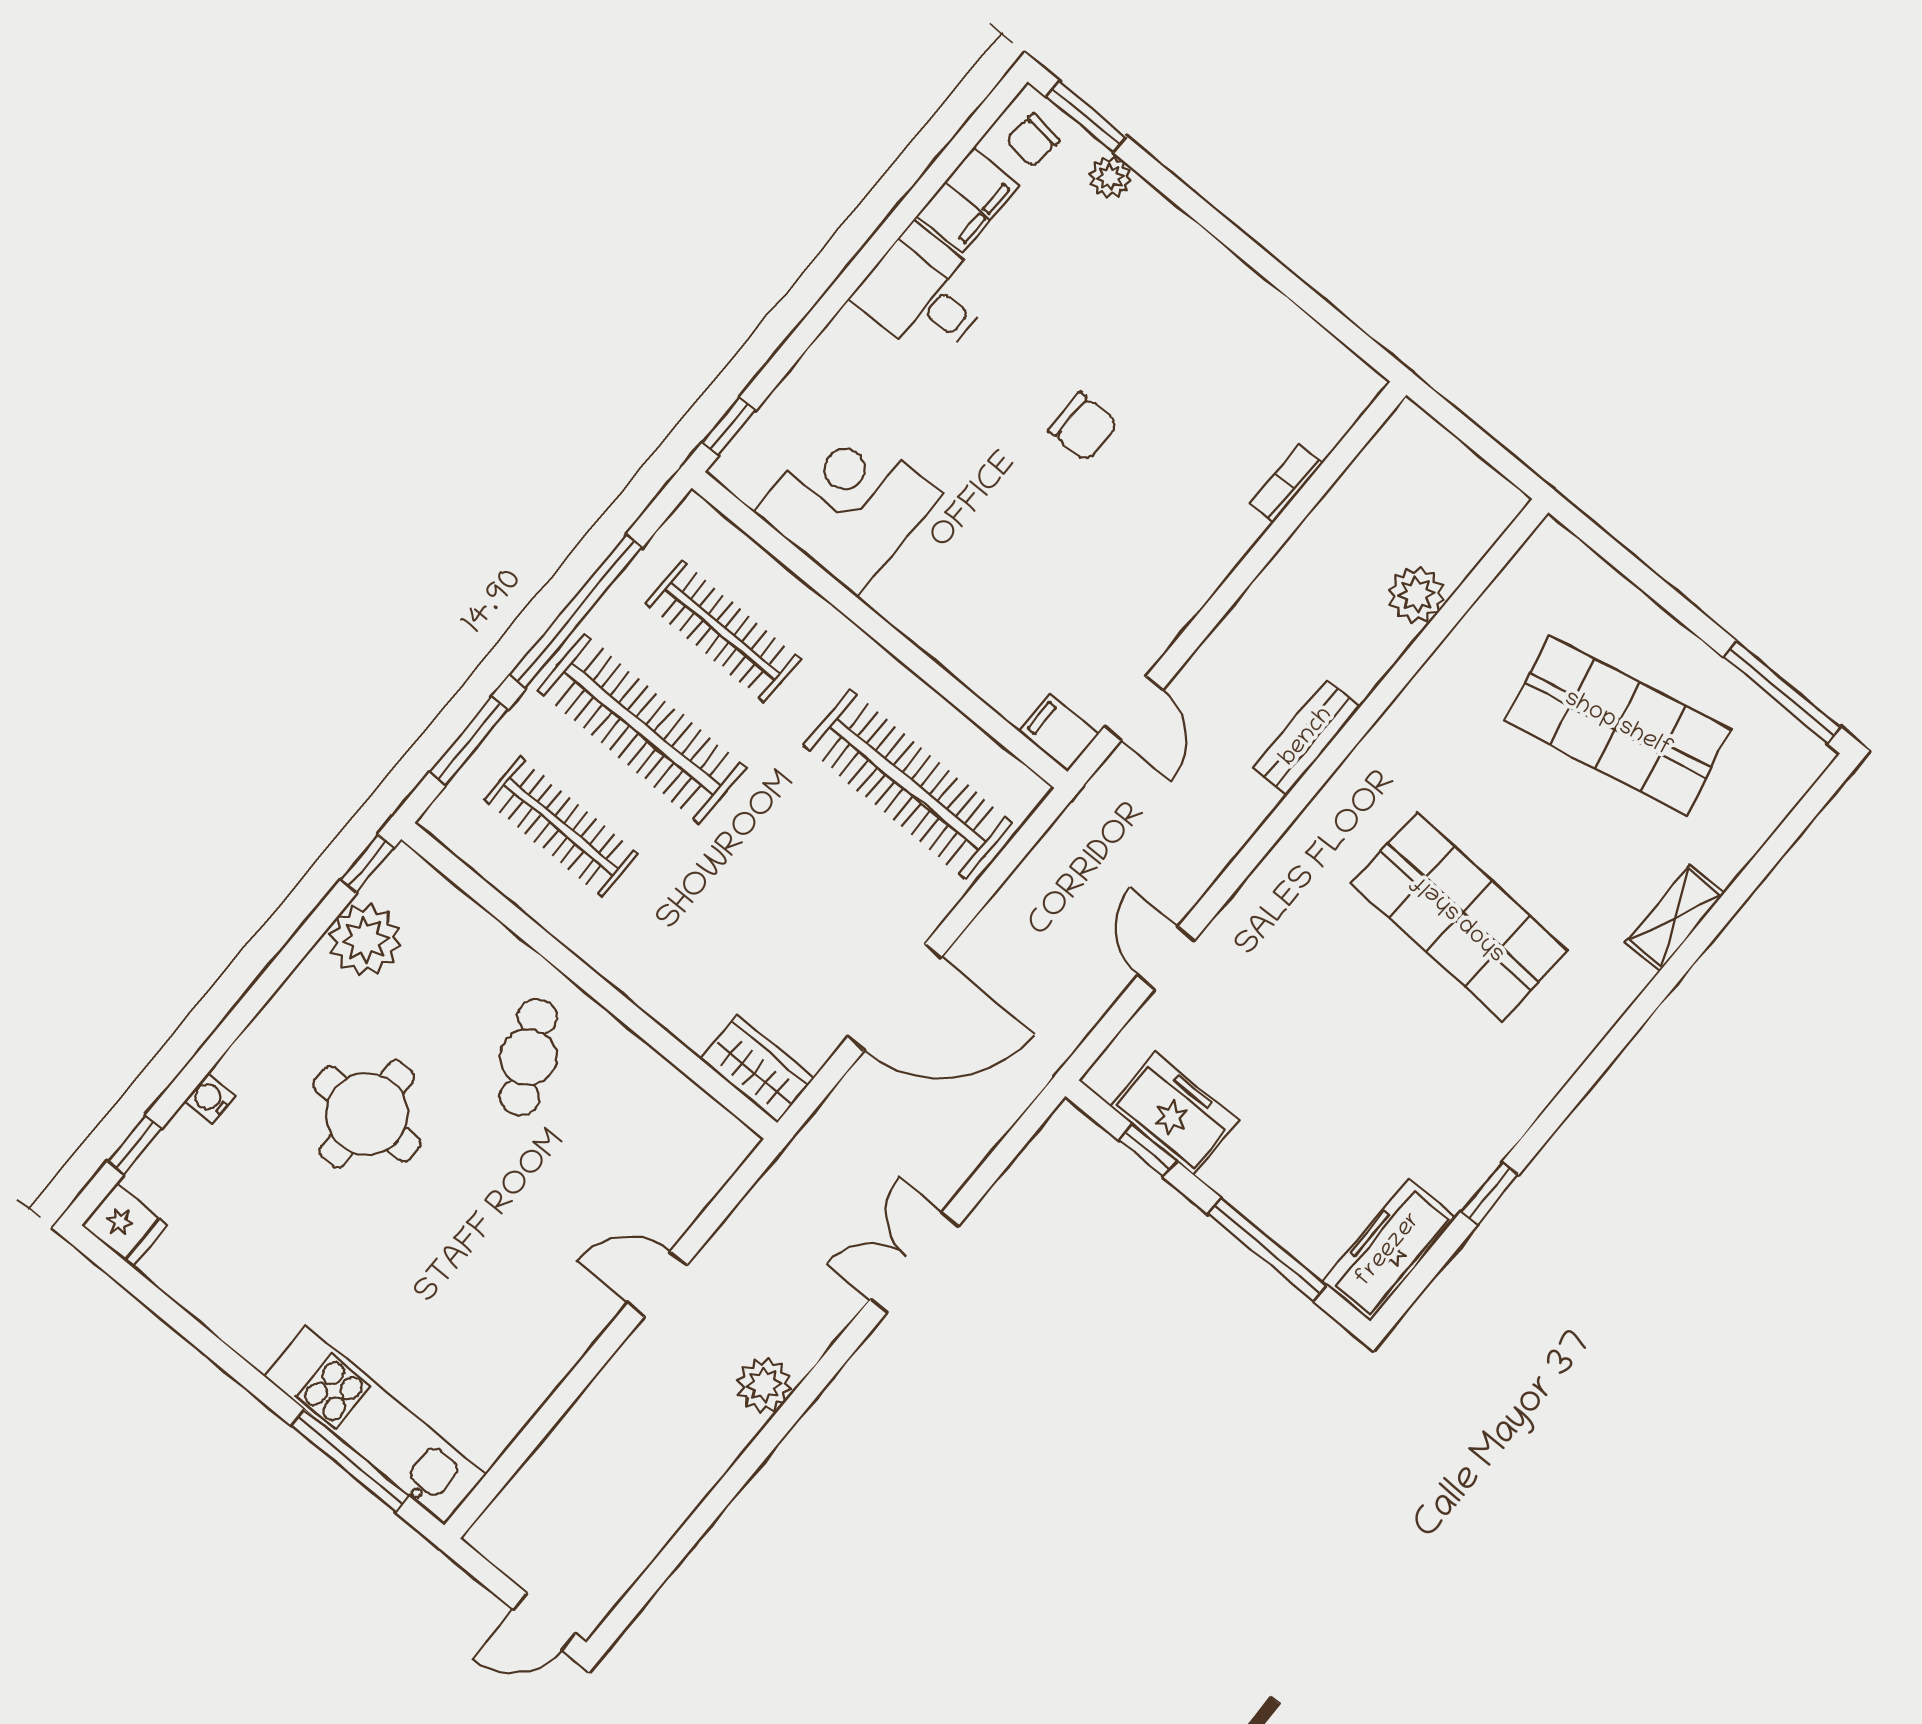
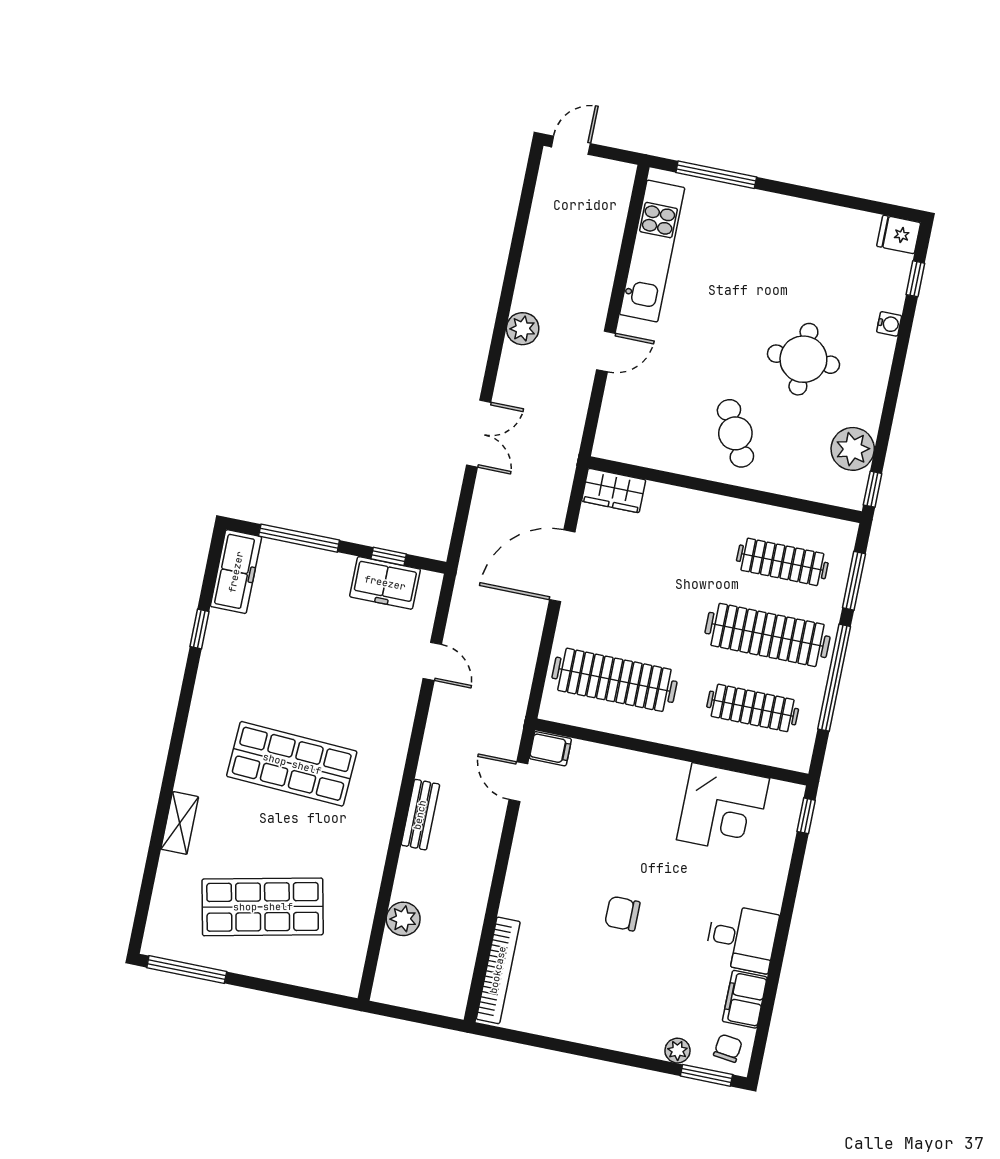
bookcase: (1287, 483) -> (498, 970), width x2.31, depth x1.31
kitchen unit: (375, 1425) -> (652, 251), moved, turned -90

